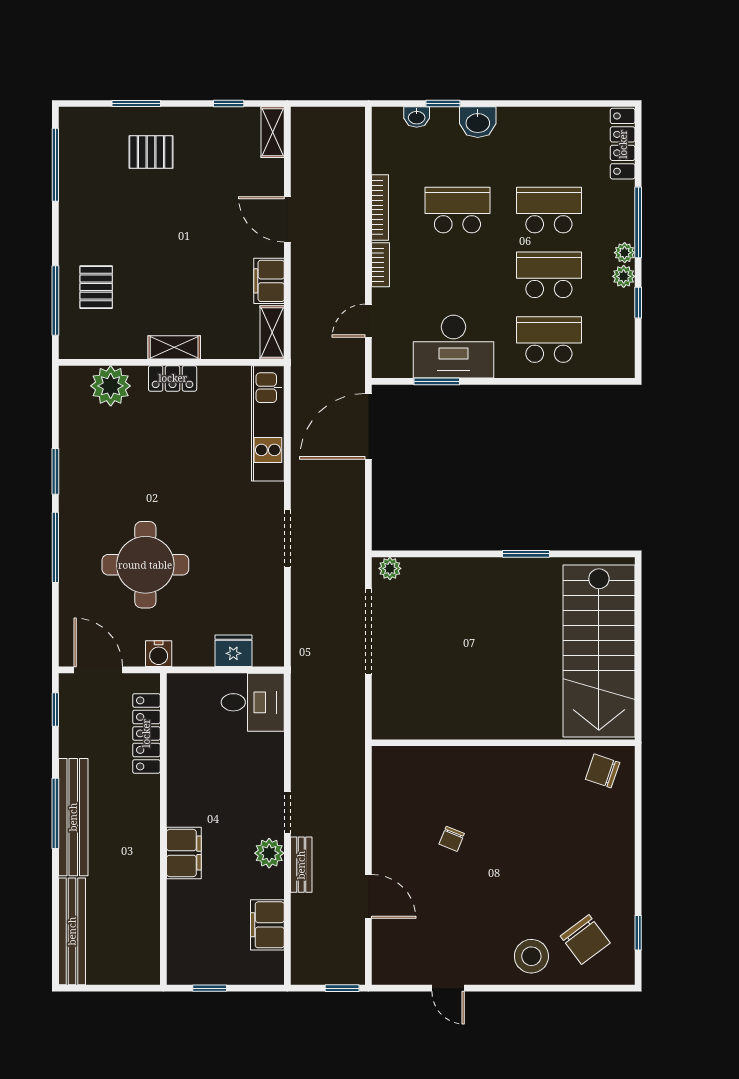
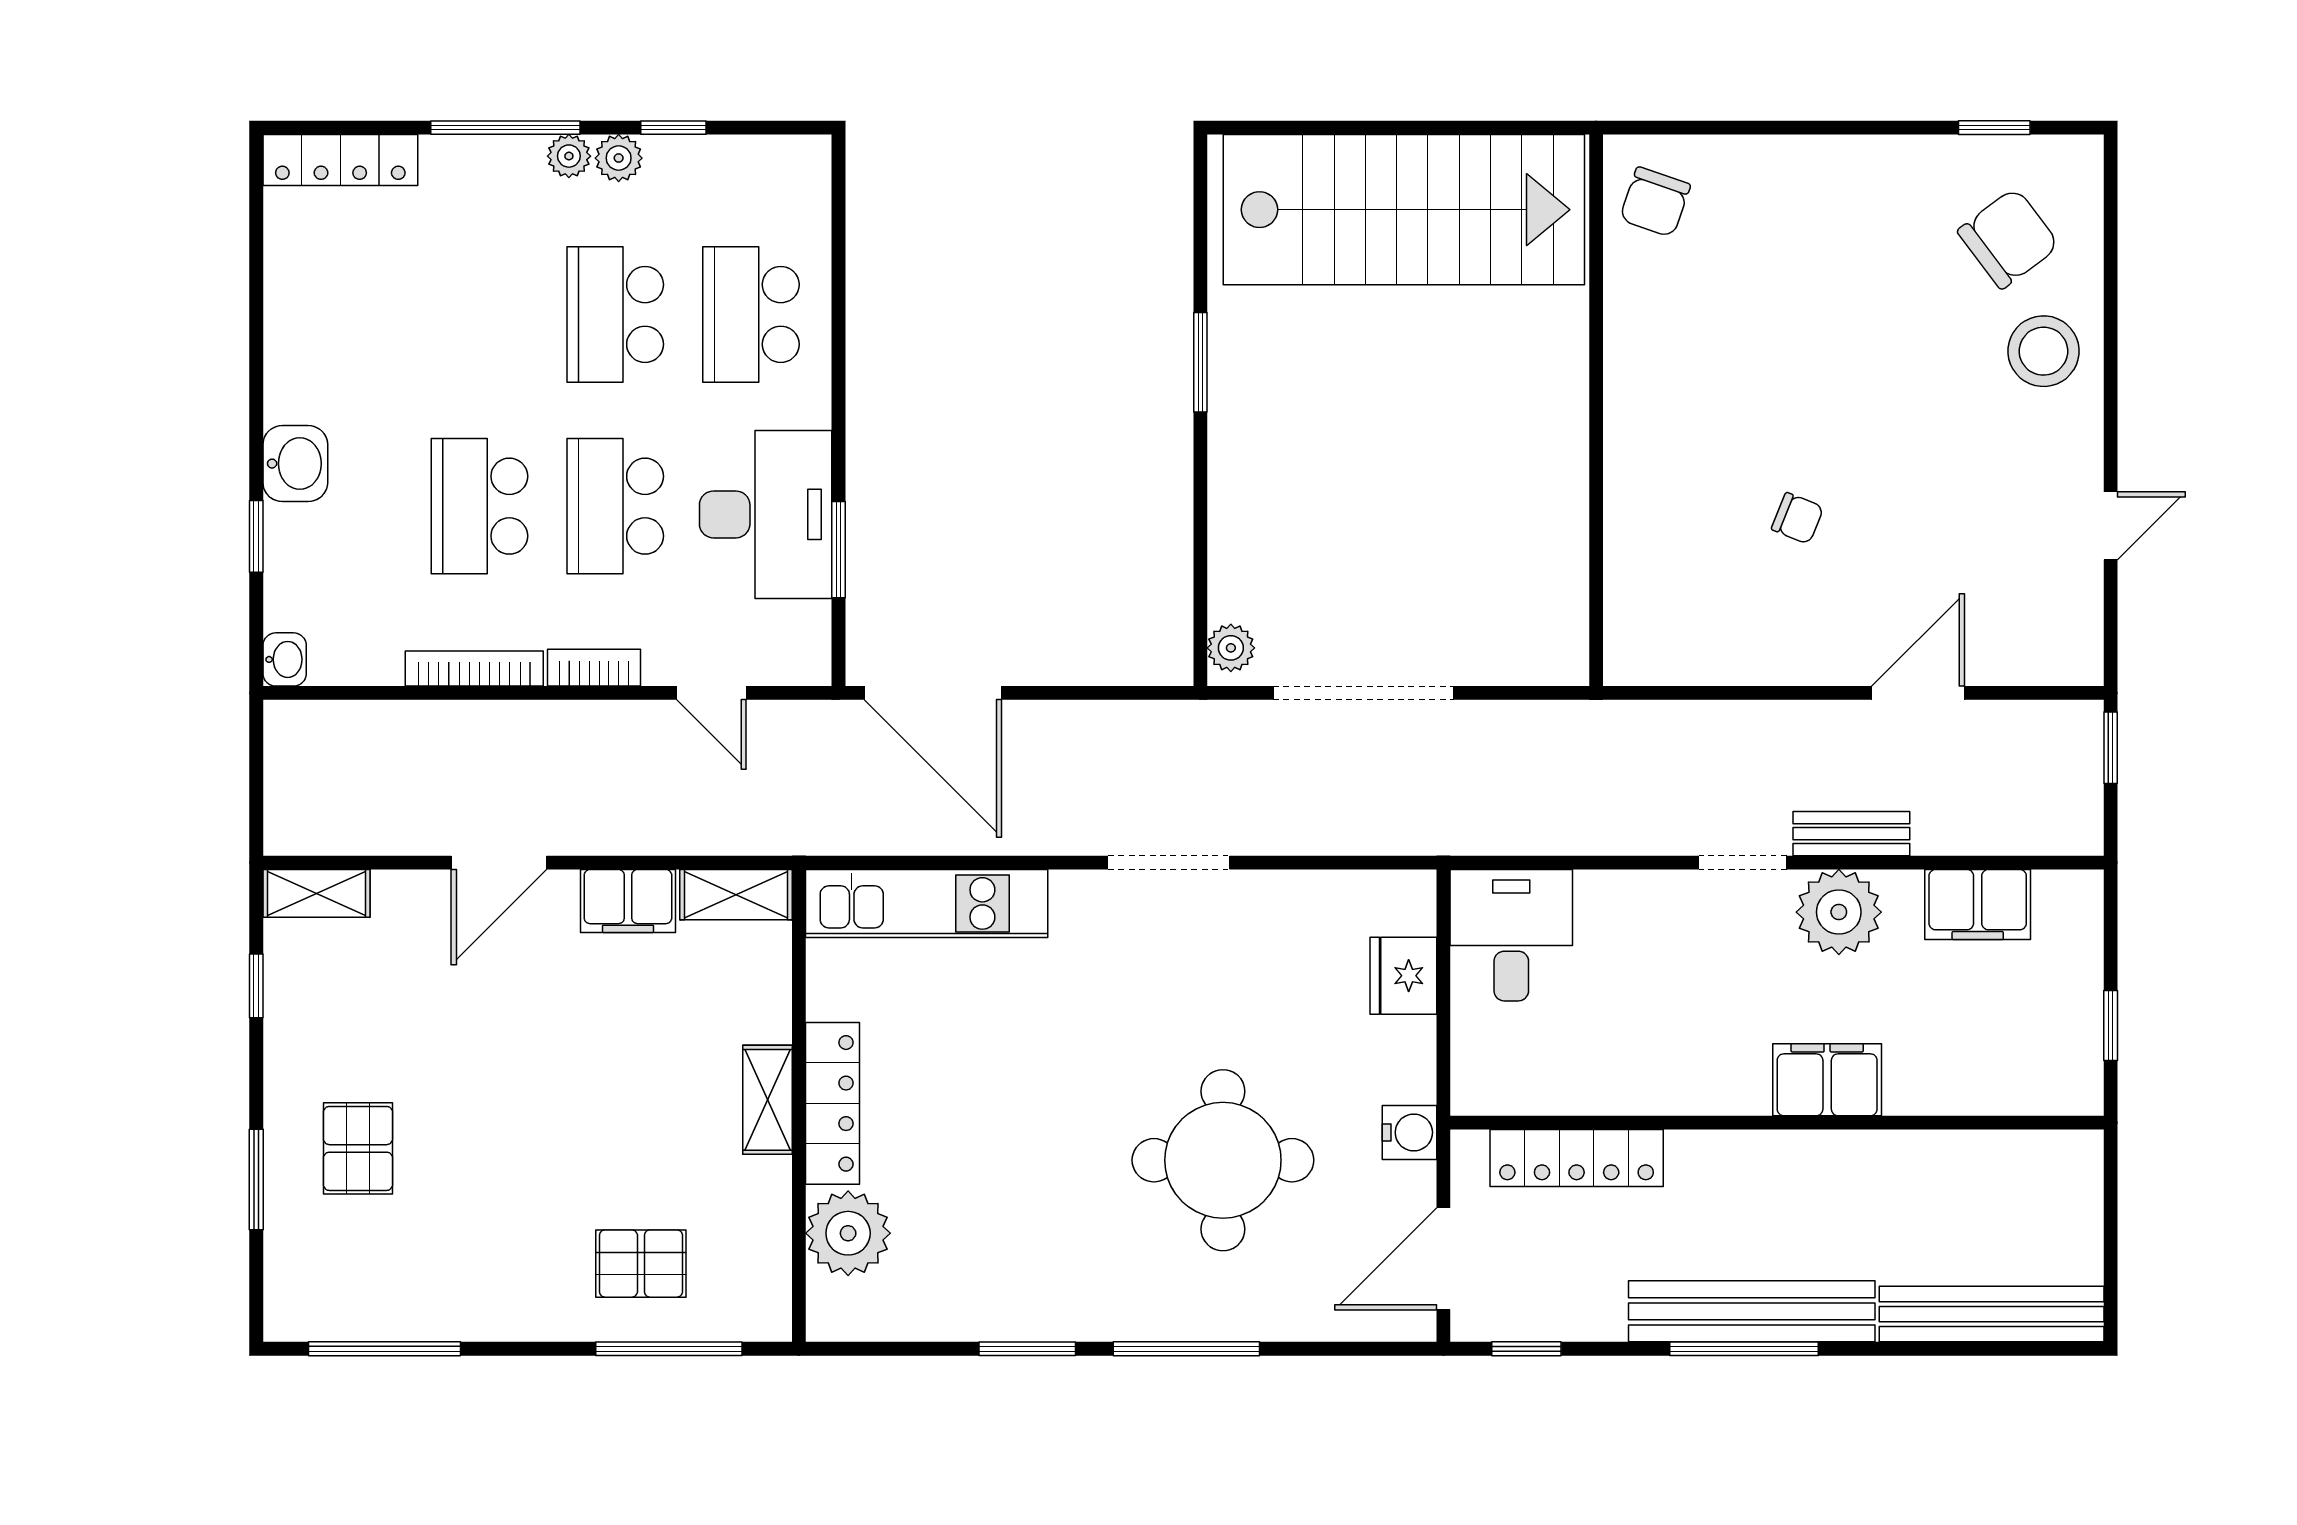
washbasin: (417, 117) -> (285, 659), moved
school desk: (549, 210) -> (615, 506), moved
locker: (173, 378) -> (833, 1103), width x1.53
plant: (269, 853) -> (1839, 912), width x1.36, depth x1.36

